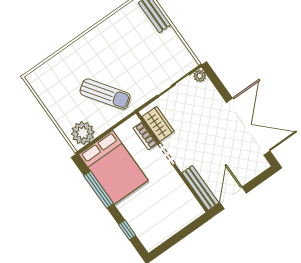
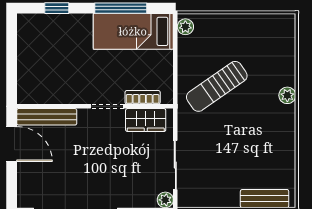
plant: (79, 46) -> (287, 95), added
plant: (83, 133) -> (185, 27), width x0.53, depth x0.53
bed: (113, 167) -> (133, 31), width x0.67

